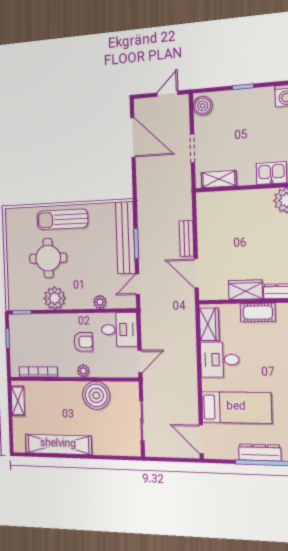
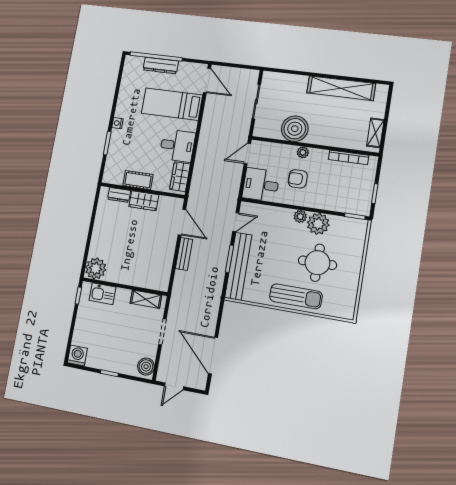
plant: (100, 302) -> (300, 216), moved

